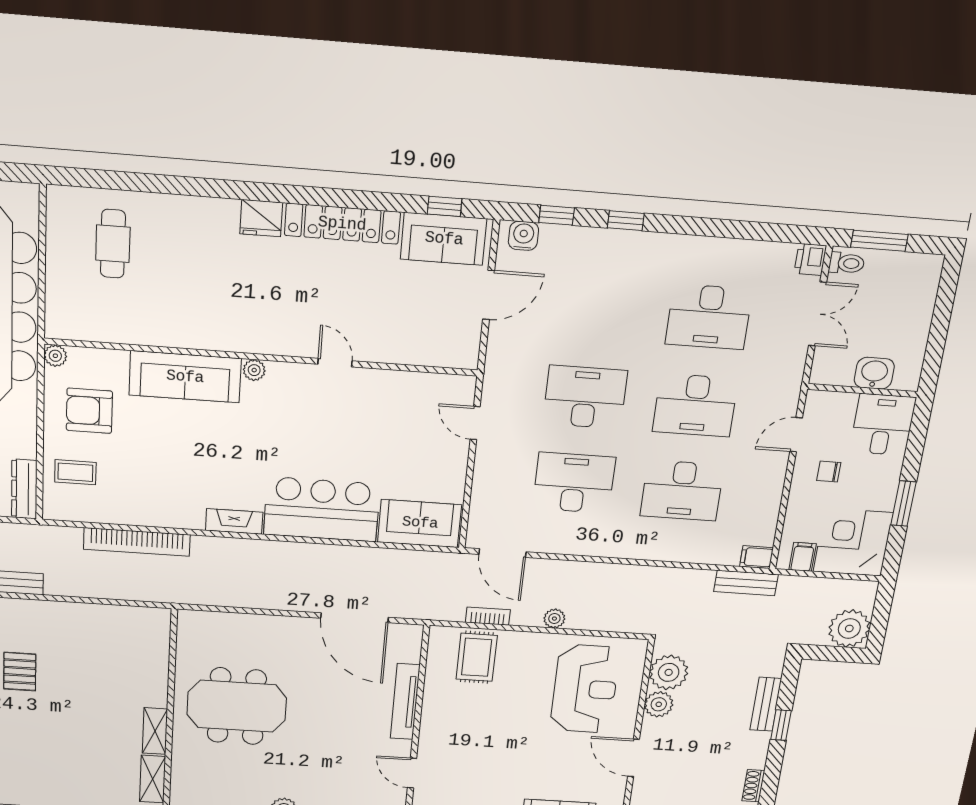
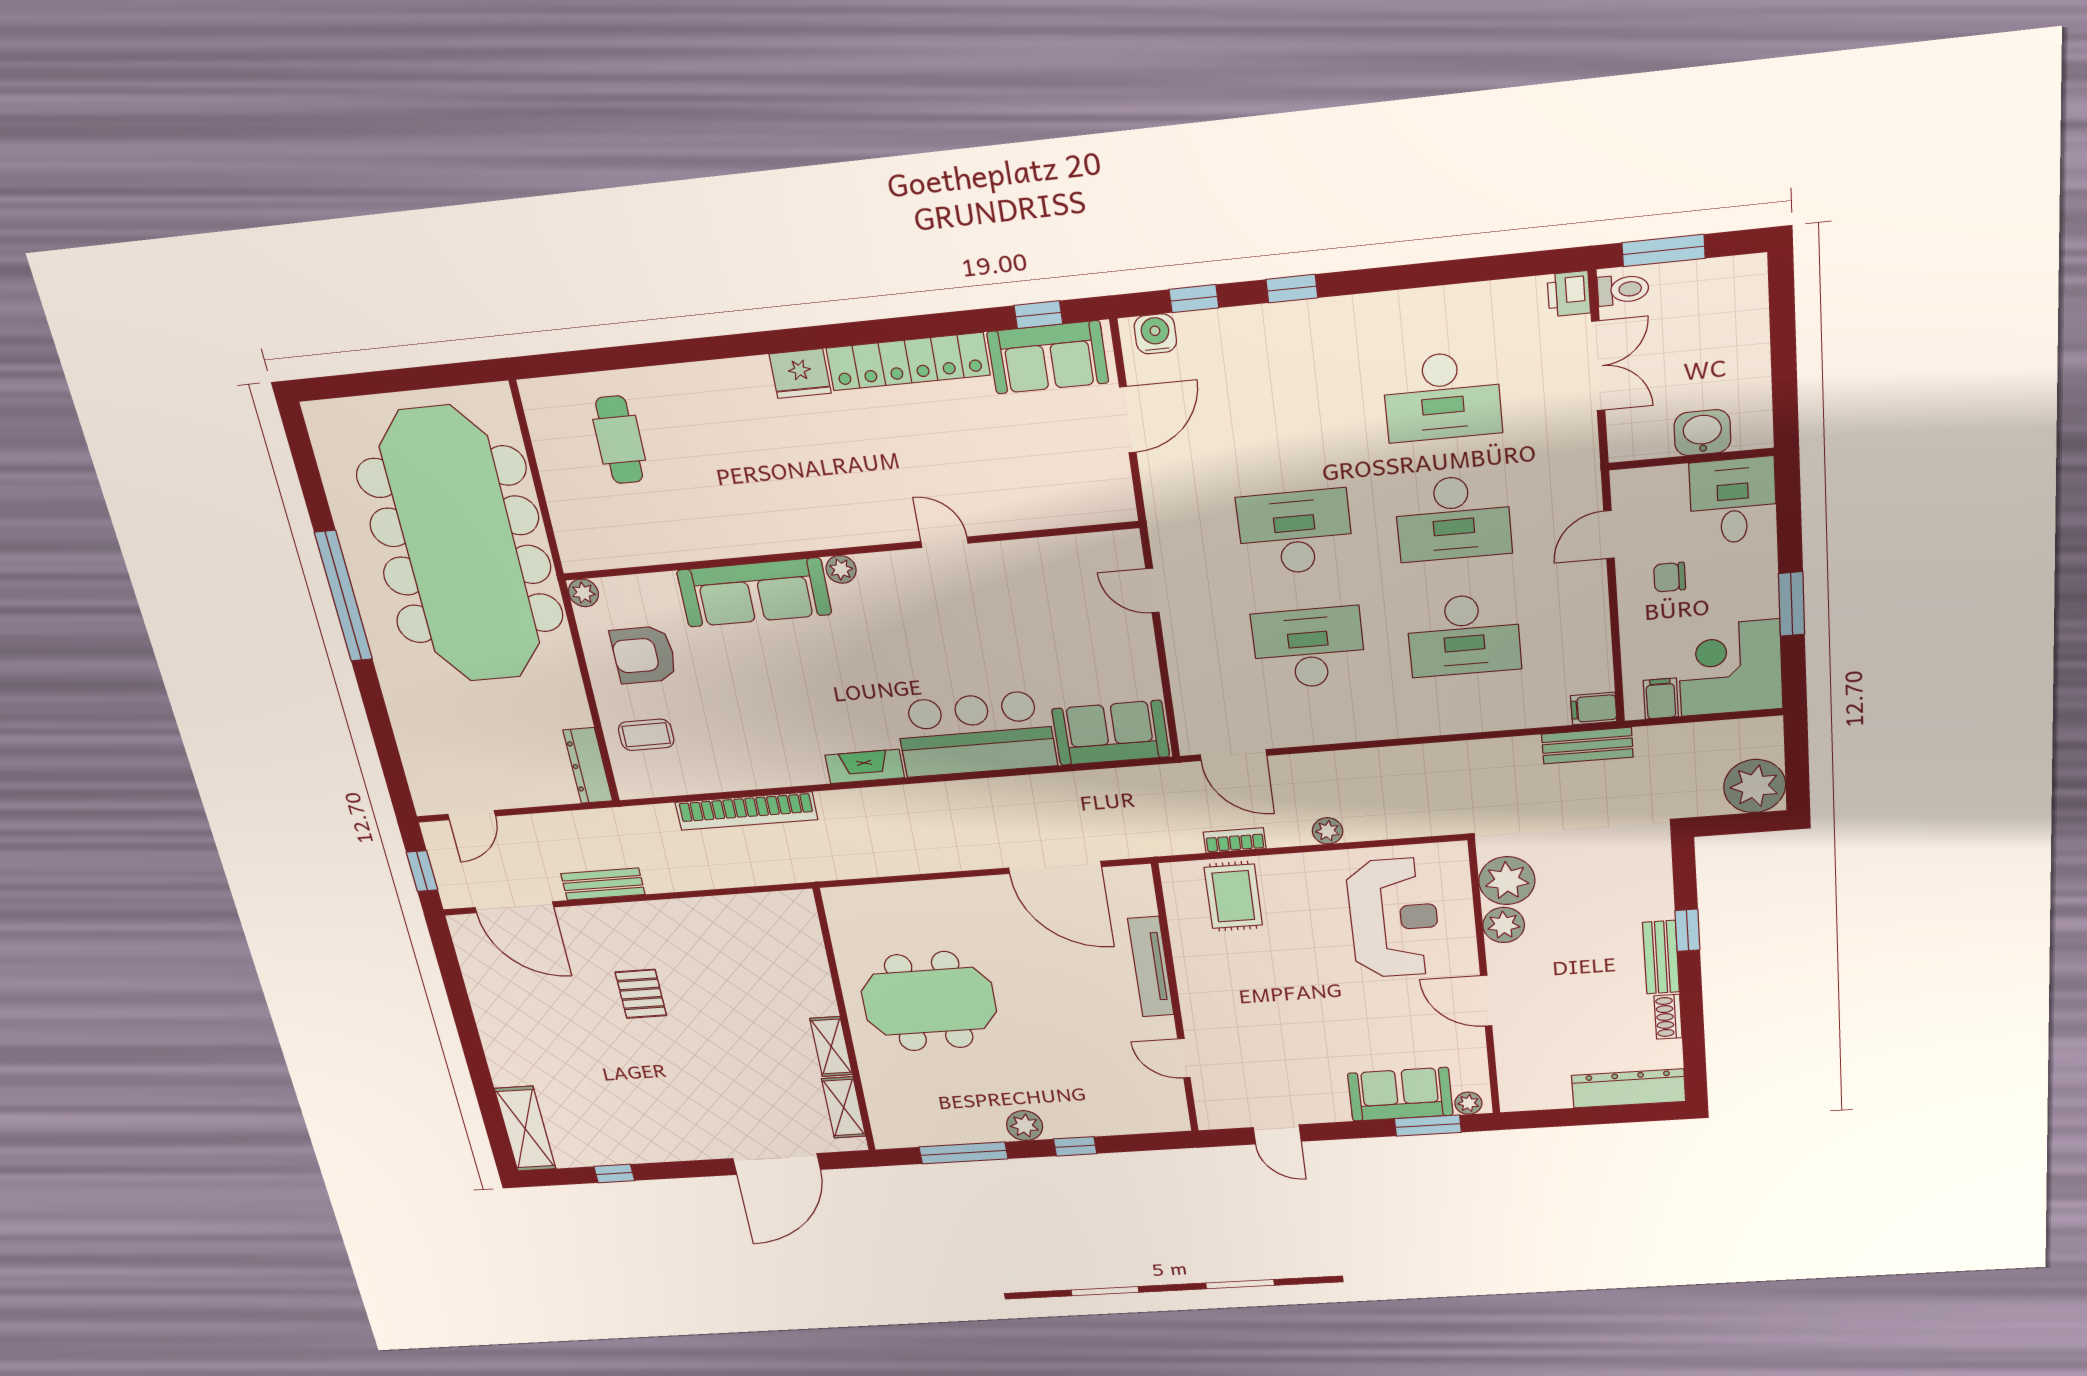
bench: (766, 704) -> (1661, 957), moved

